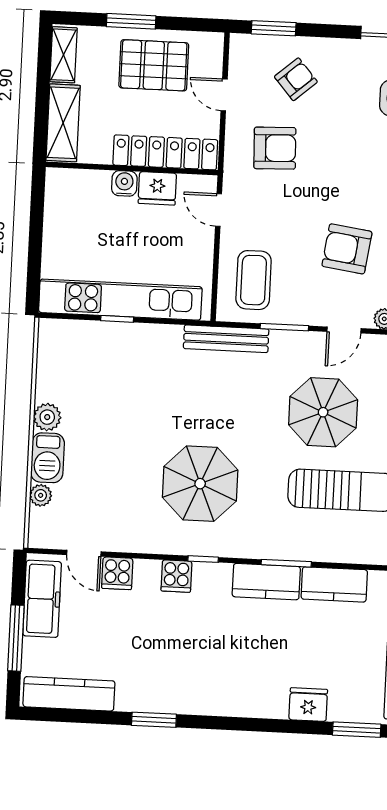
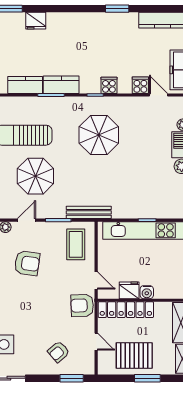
armchair: (275, 148) -> (82, 305), moved

